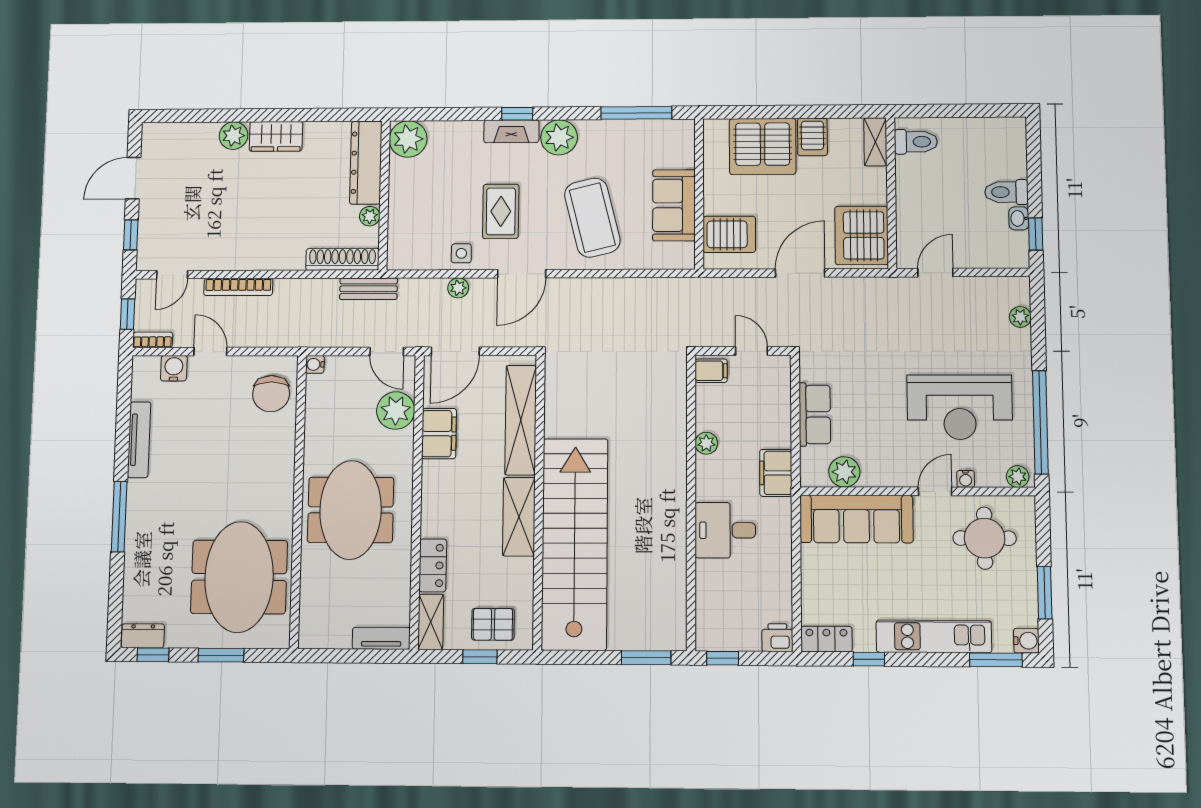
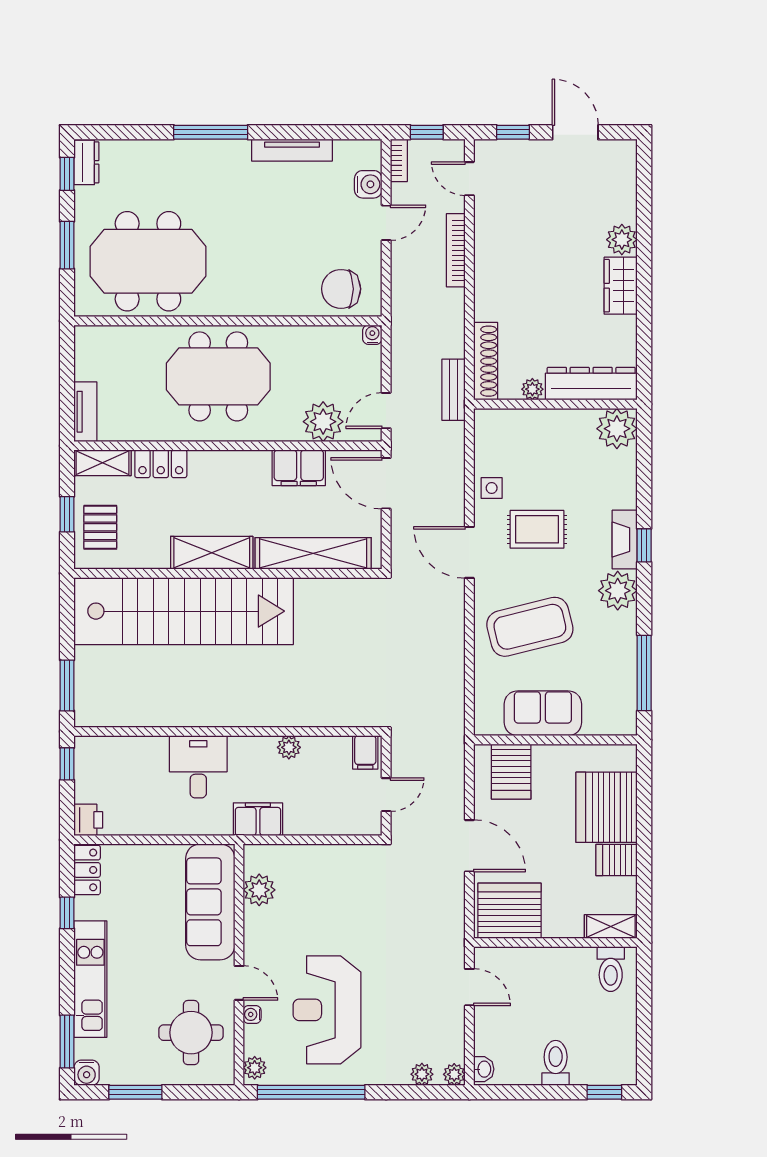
washbasin: (1019, 218) -> (484, 1069), moved, turned 90
window: (1036, 234) -> (604, 1092), moved
plant: (458, 288) -> (454, 1074), moved
row of seats: (815, 414) -> (319, 860), removed

